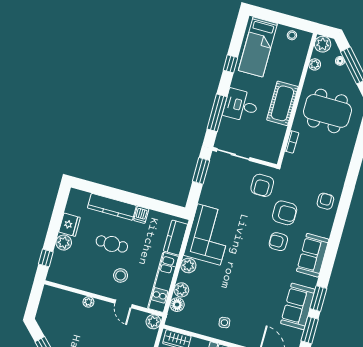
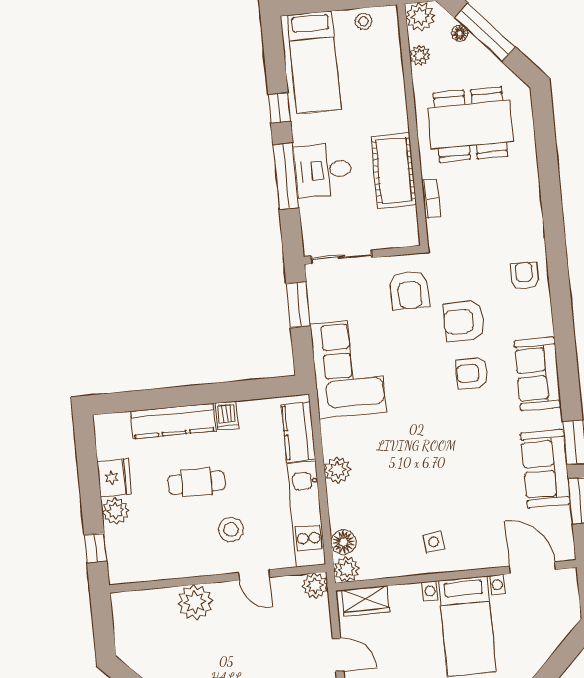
cot: (282, 103) -> (394, 171), moved
window: (217, 113) -> (286, 176), moved
armchair: (285, 213) -> (464, 321), turned 180
corner sofa: (209, 235) -> (348, 368), moved
plant: (181, 290) -> (346, 569), moved
plant: (88, 302) -> (195, 602), width x1.88, depth x1.88

